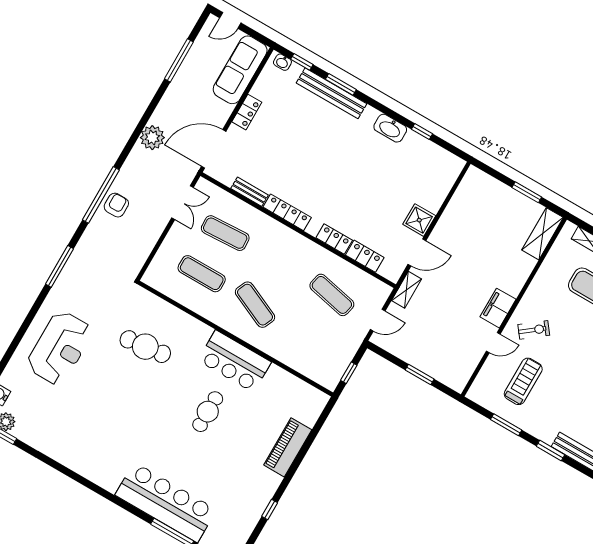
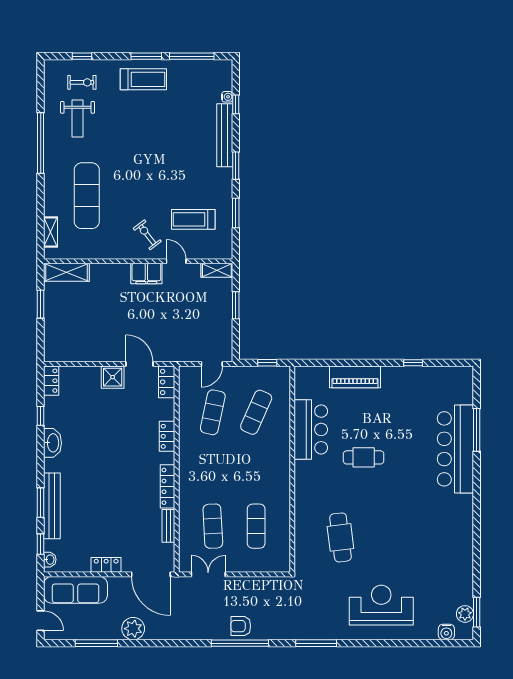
plant: (152, 138) -> (133, 629), moved
locker: (449, 161) -> (51, 381), added
locker: (365, 256) -> (167, 382), moved
shelving: (407, 290) -> (217, 270), moved
exercise mat: (255, 305) -> (256, 412), moved
door: (378, 320) -> (212, 364), swing flipped
bar counter: (235, 361) -> (311, 429), moved

